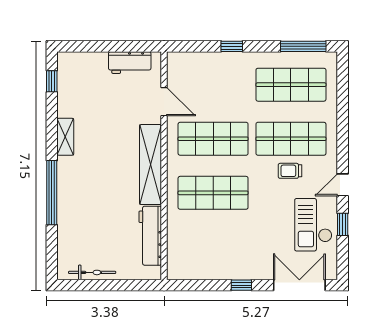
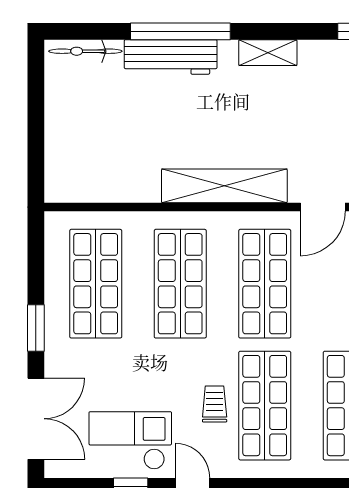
workbench: (150, 236) -> (171, 57), moved, turned 180
shop shelf: (213, 247) -> (96, 284), added
bicycle: (92, 272) -> (85, 51), moved, turned 90
window: (241, 285) -> (36, 328), width x1.50

